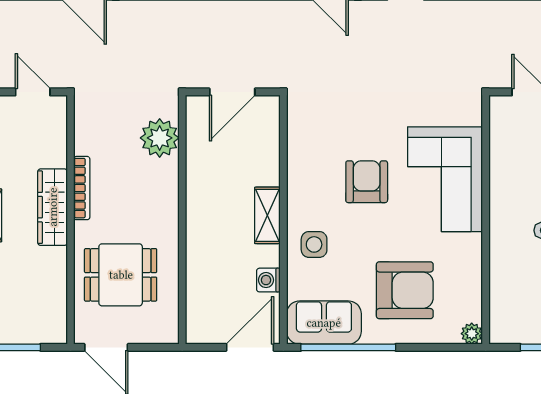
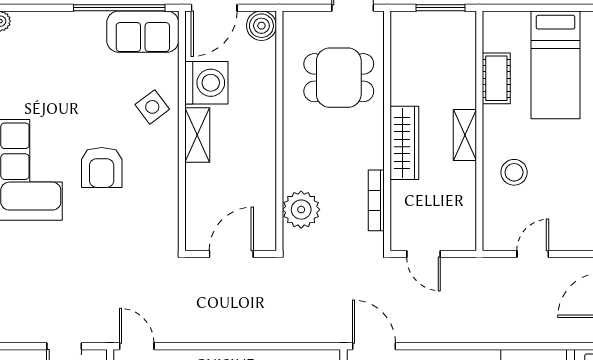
bookcase: (82, 188) -> (376, 200), moved
side table: (314, 244) -> (152, 107), turned -37
washing machine: (268, 280) -> (206, 83), width x1.89, depth x1.89
armchair: (405, 290) -> (65, 63), removed
boiler: (201, 329) -> (261, 26), added

